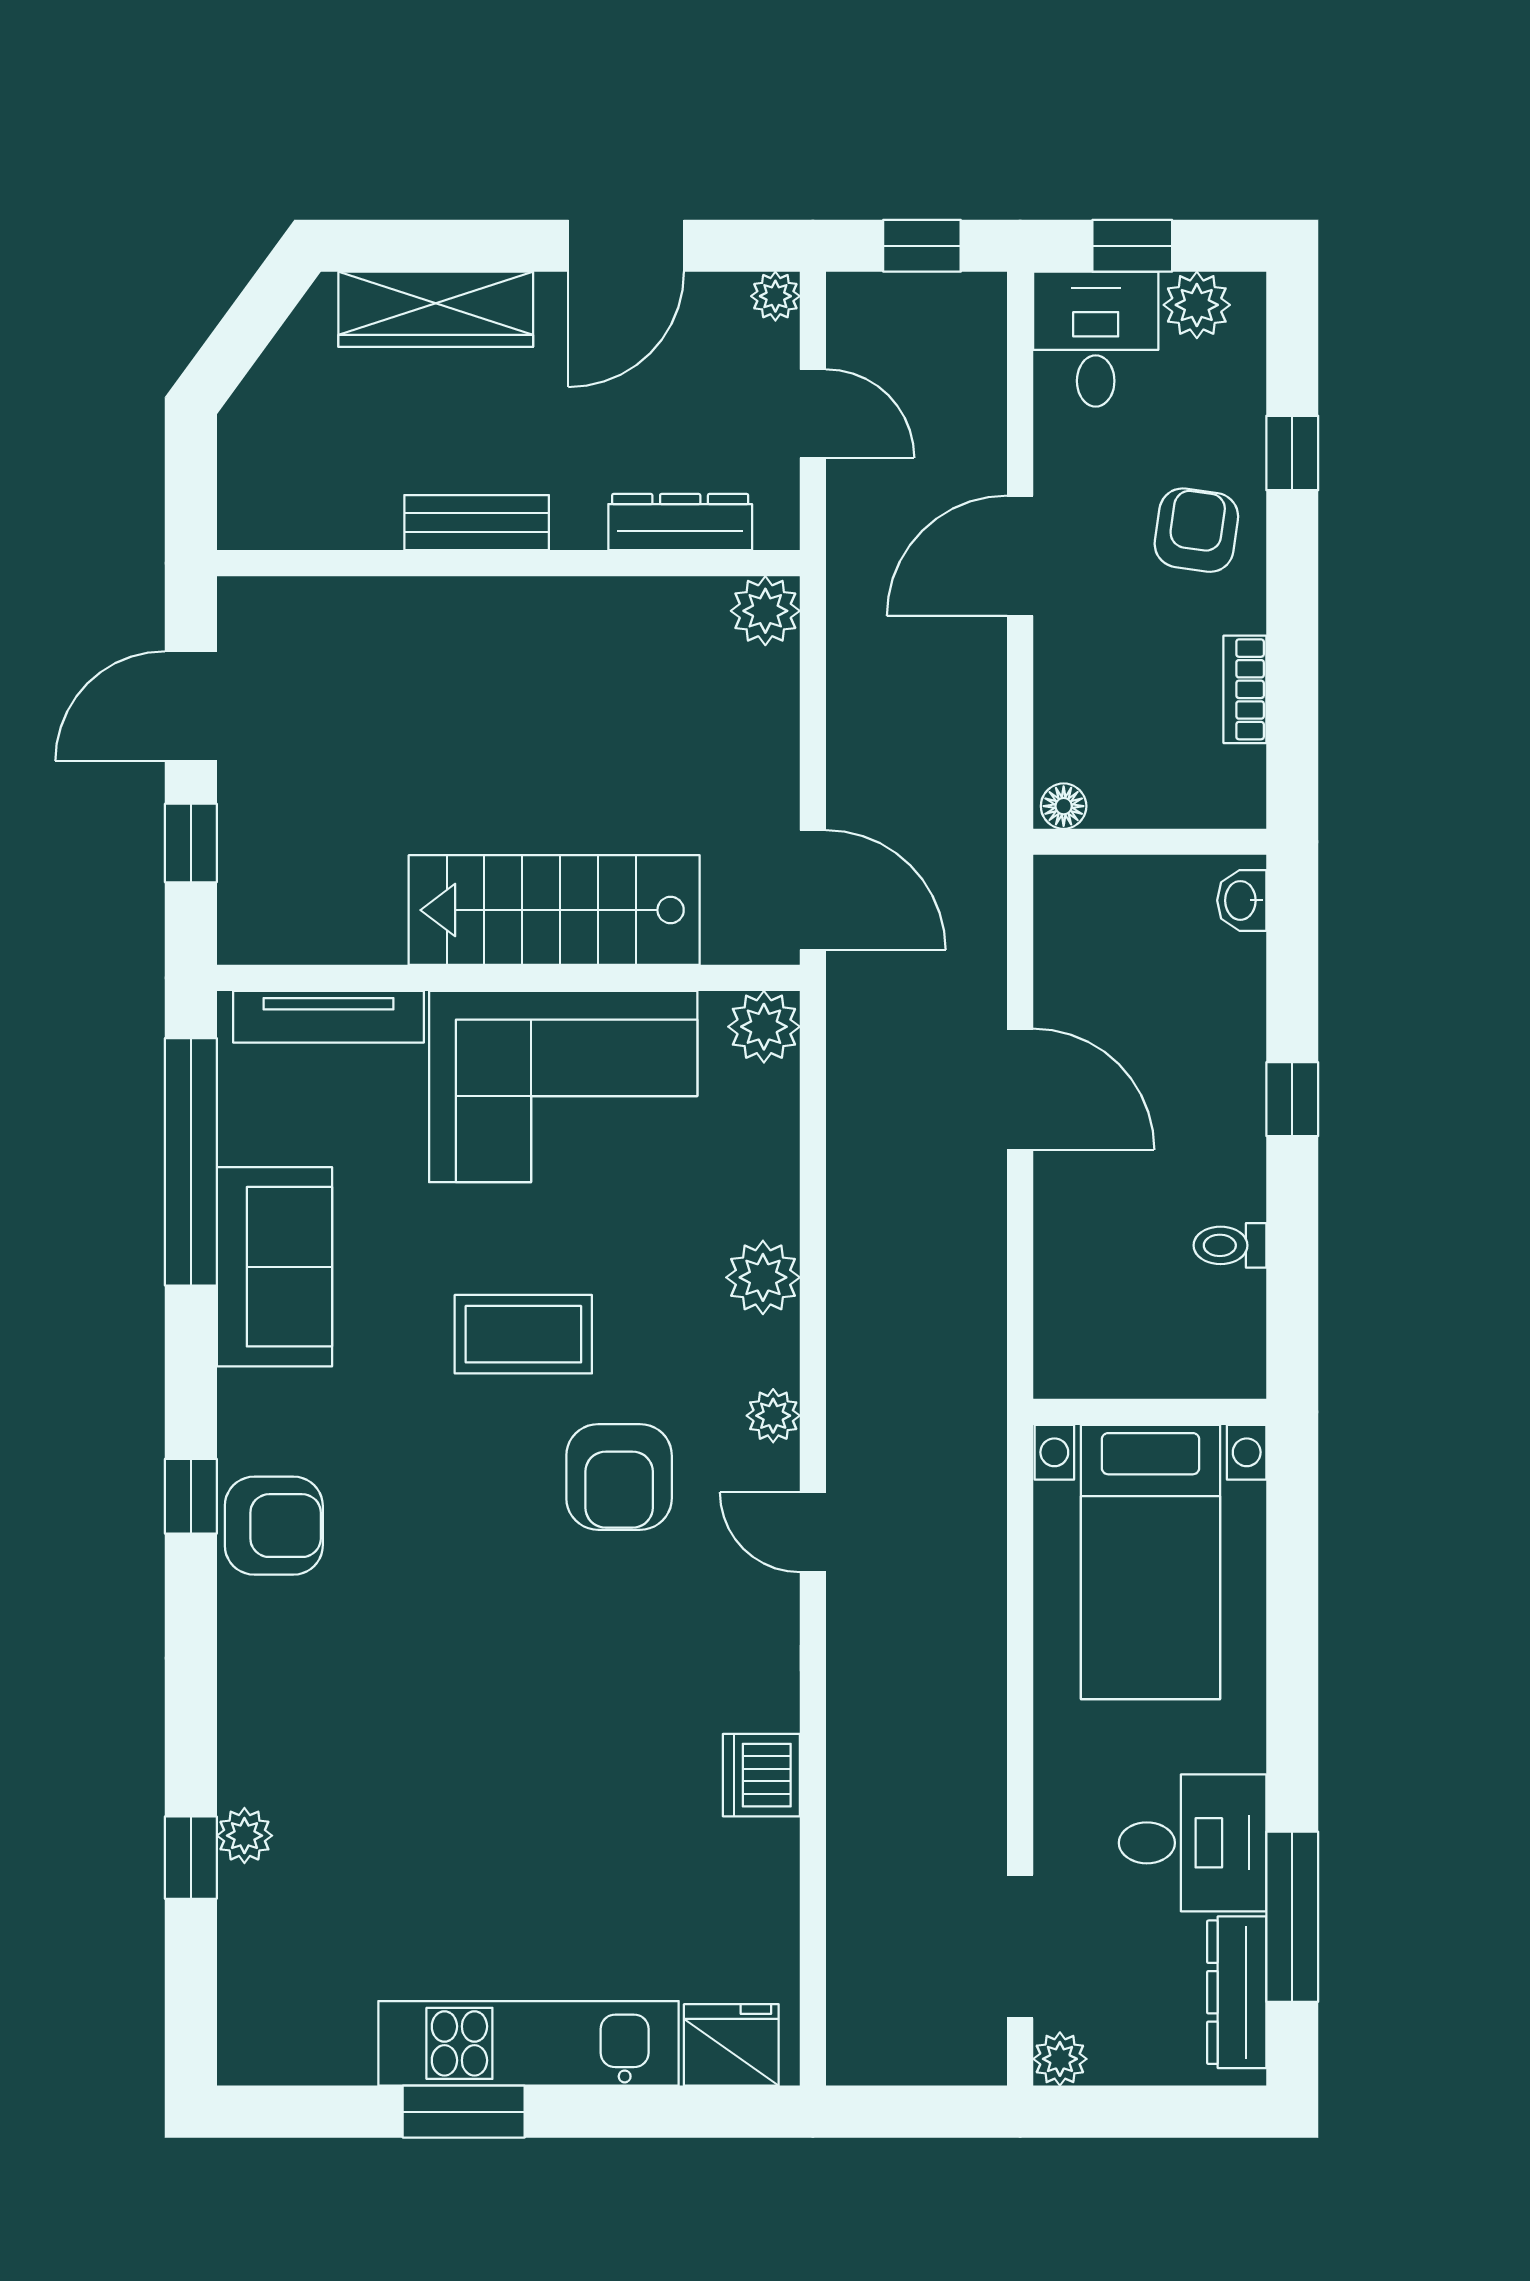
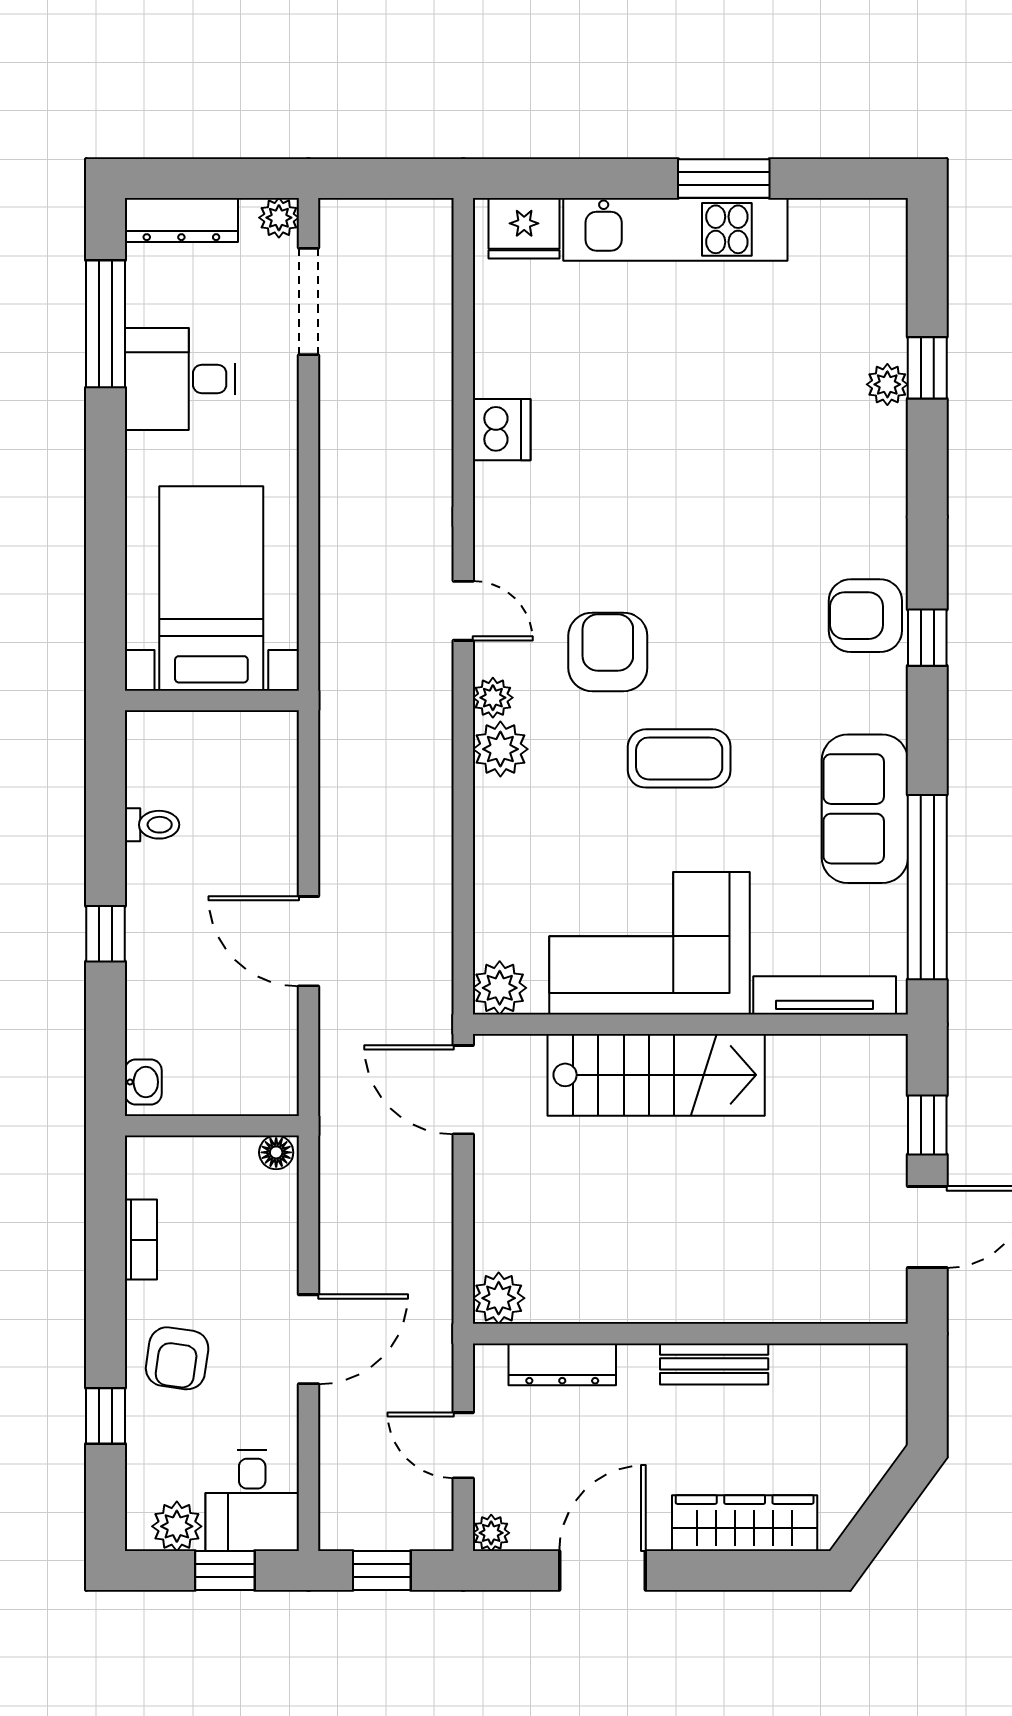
plant: (763, 1277) -> (500, 749), moved
dresser: (1237, 1992) -> (181, 220), moved, turned 90

